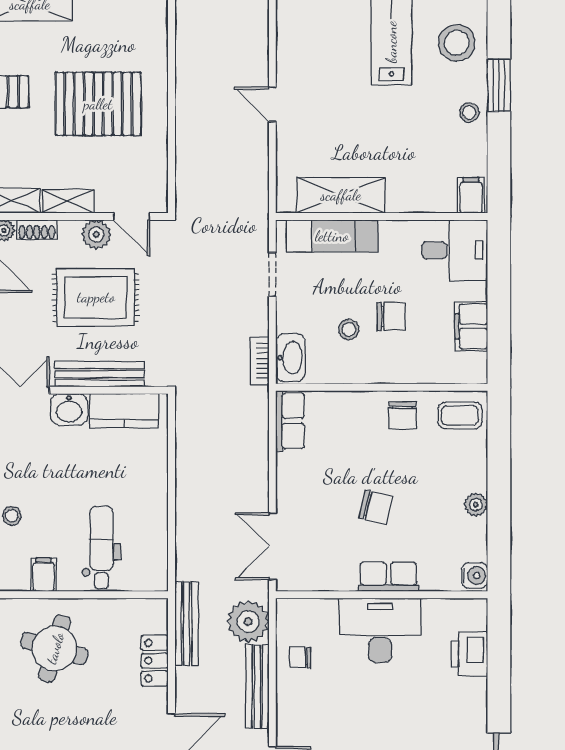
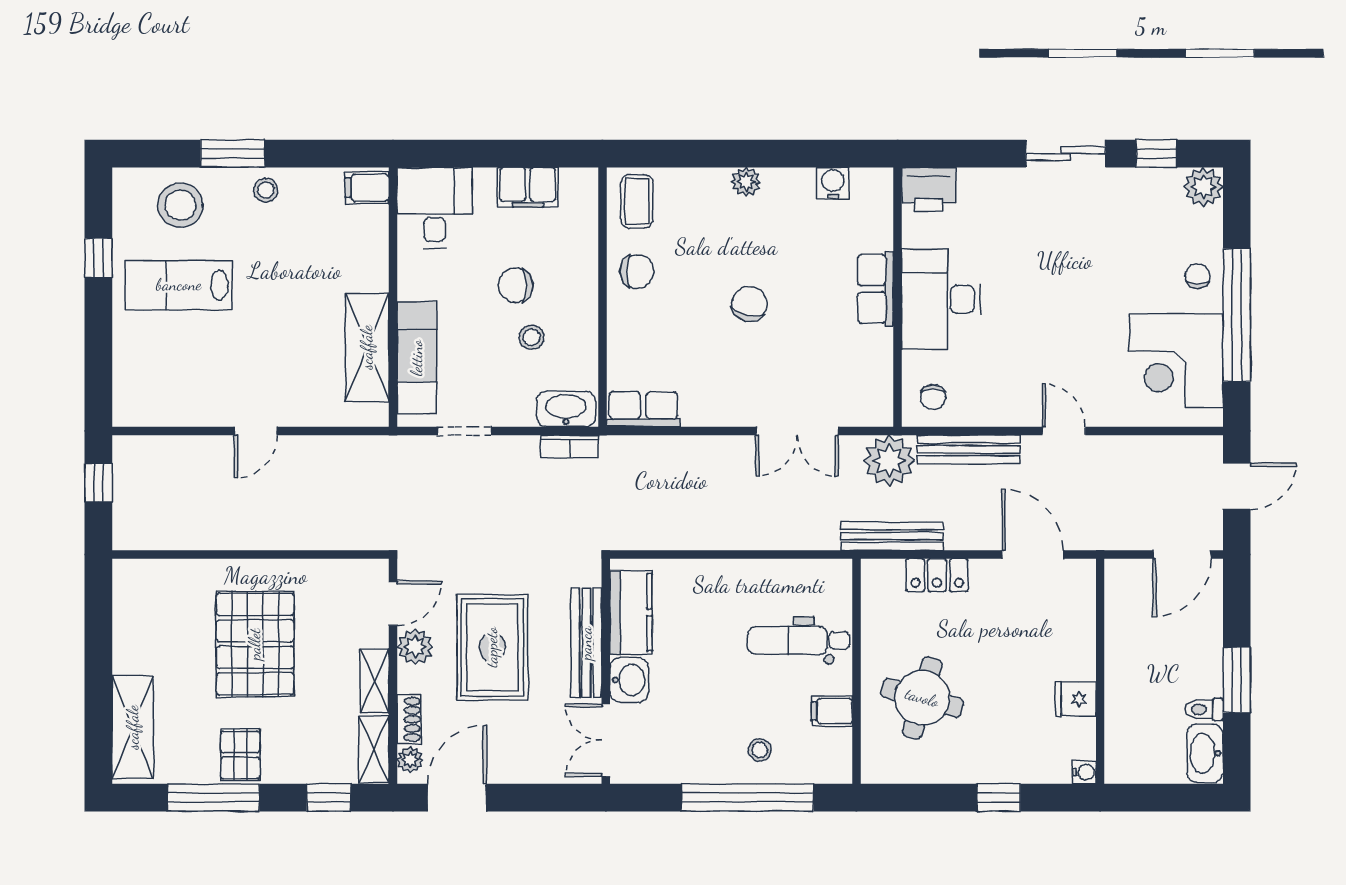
chair: (391, 317) -> (516, 285), turned -90
row of seats: (388, 577) -> (876, 289), moved
wall: (382, 595) -> (898, 297), moved
desk: (380, 630) -> (941, 299), moved

